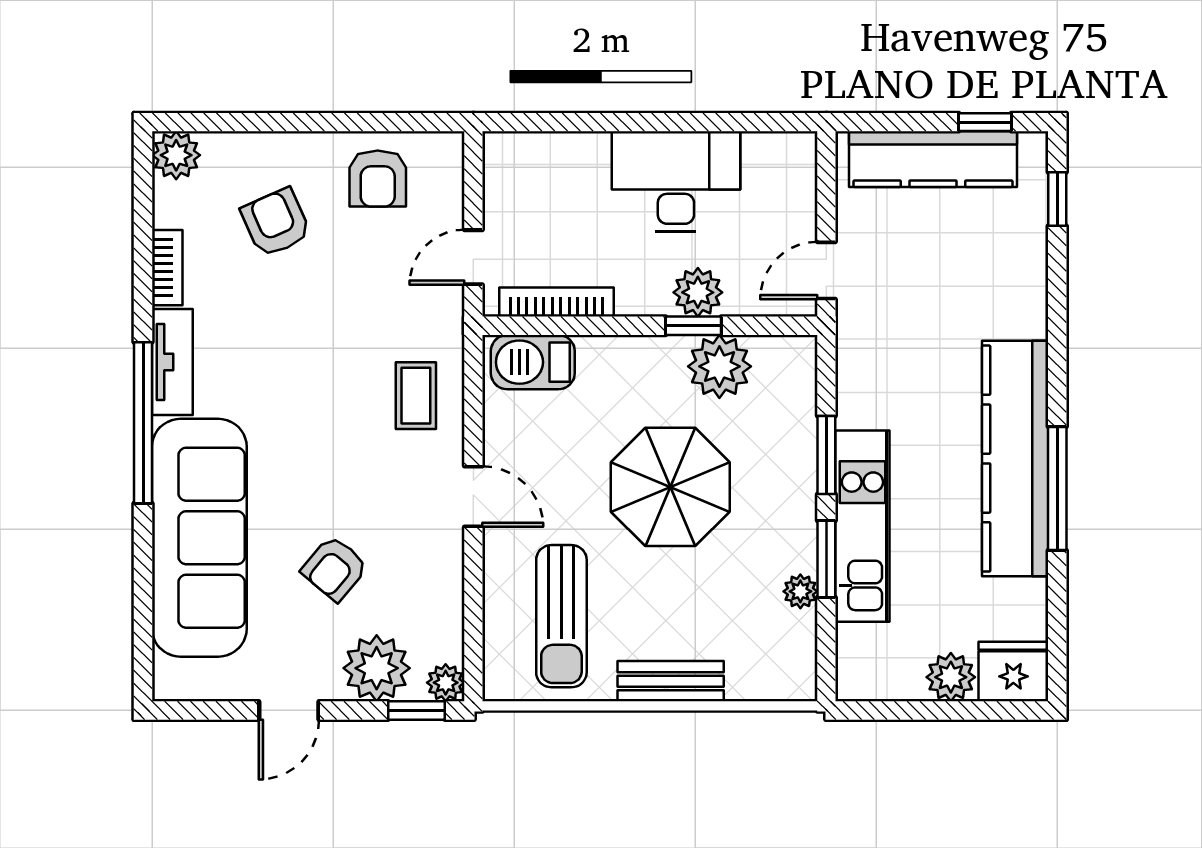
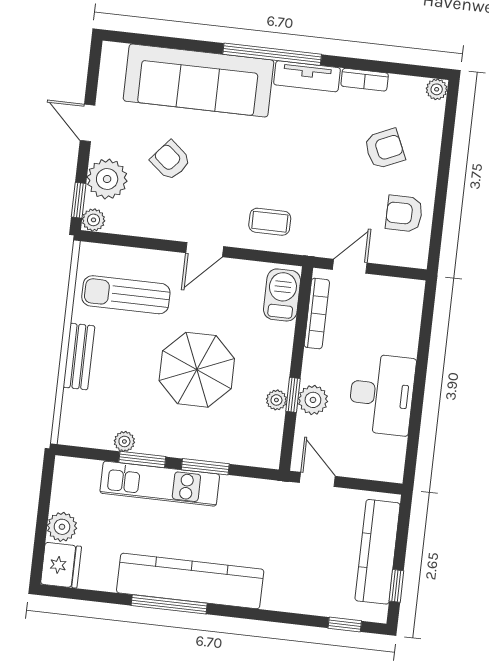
plant: (176, 155) -> (437, 89), width x0.73, depth x0.73
door: (473, 257) -> (350, 266), hinge flipped
plant: (719, 366) -> (276, 400), width x0.53, depth x0.53

